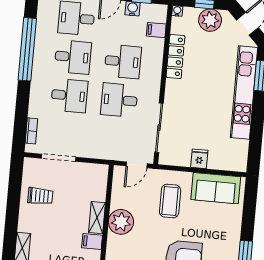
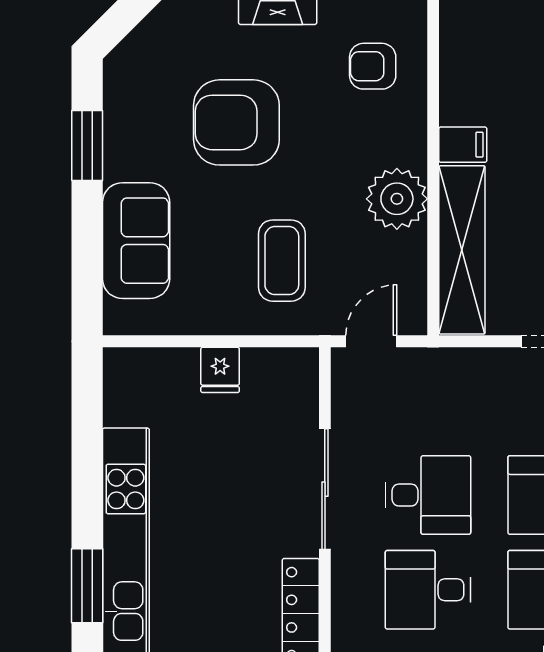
sliding door: (159, 128) -> (325, 489), moved
sofa: (216, 188) -> (136, 241), moved, turned 90
shelving: (97, 218) -> (462, 250), width x2.20, depth x1.33

